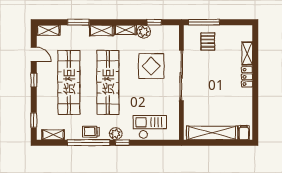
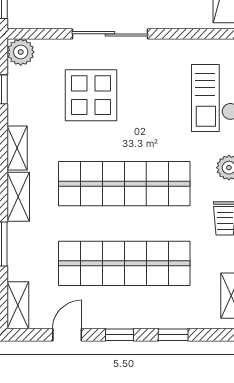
plant: (144, 32) -> (21, 52), moved
sliding door: (181, 75) -> (110, 34), width x0.73
window: (34, 120) -> (173, 335), moved

